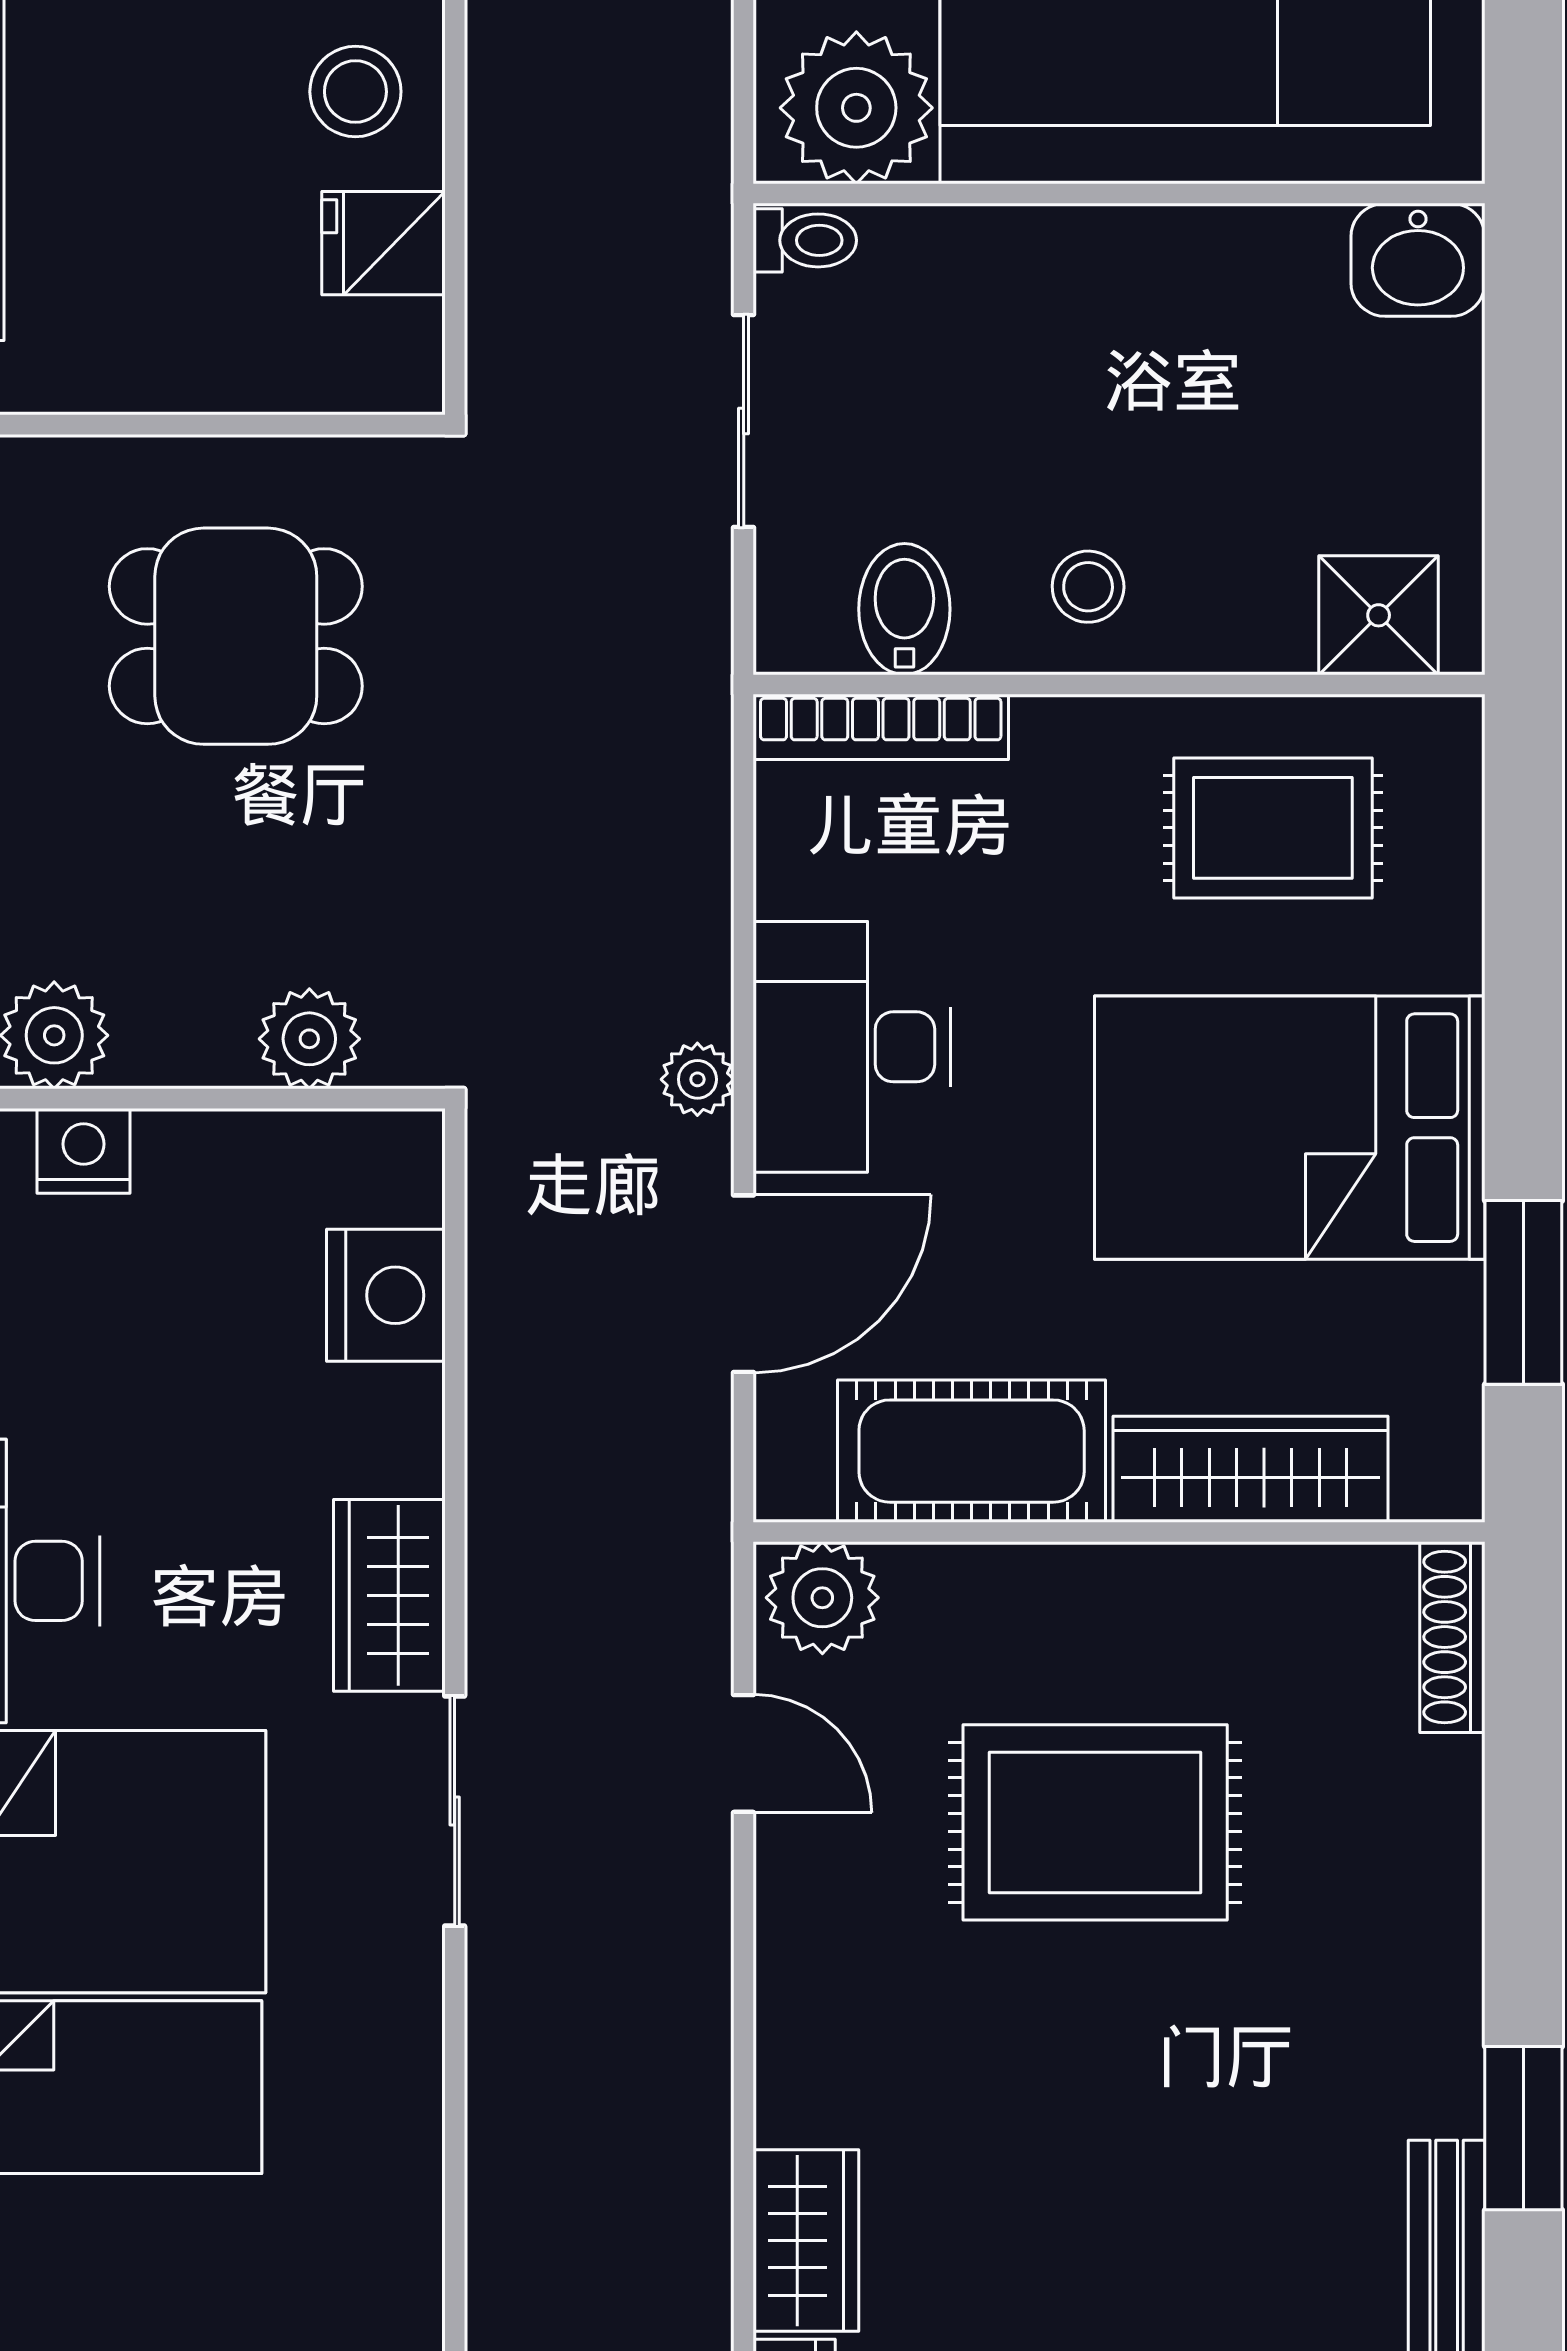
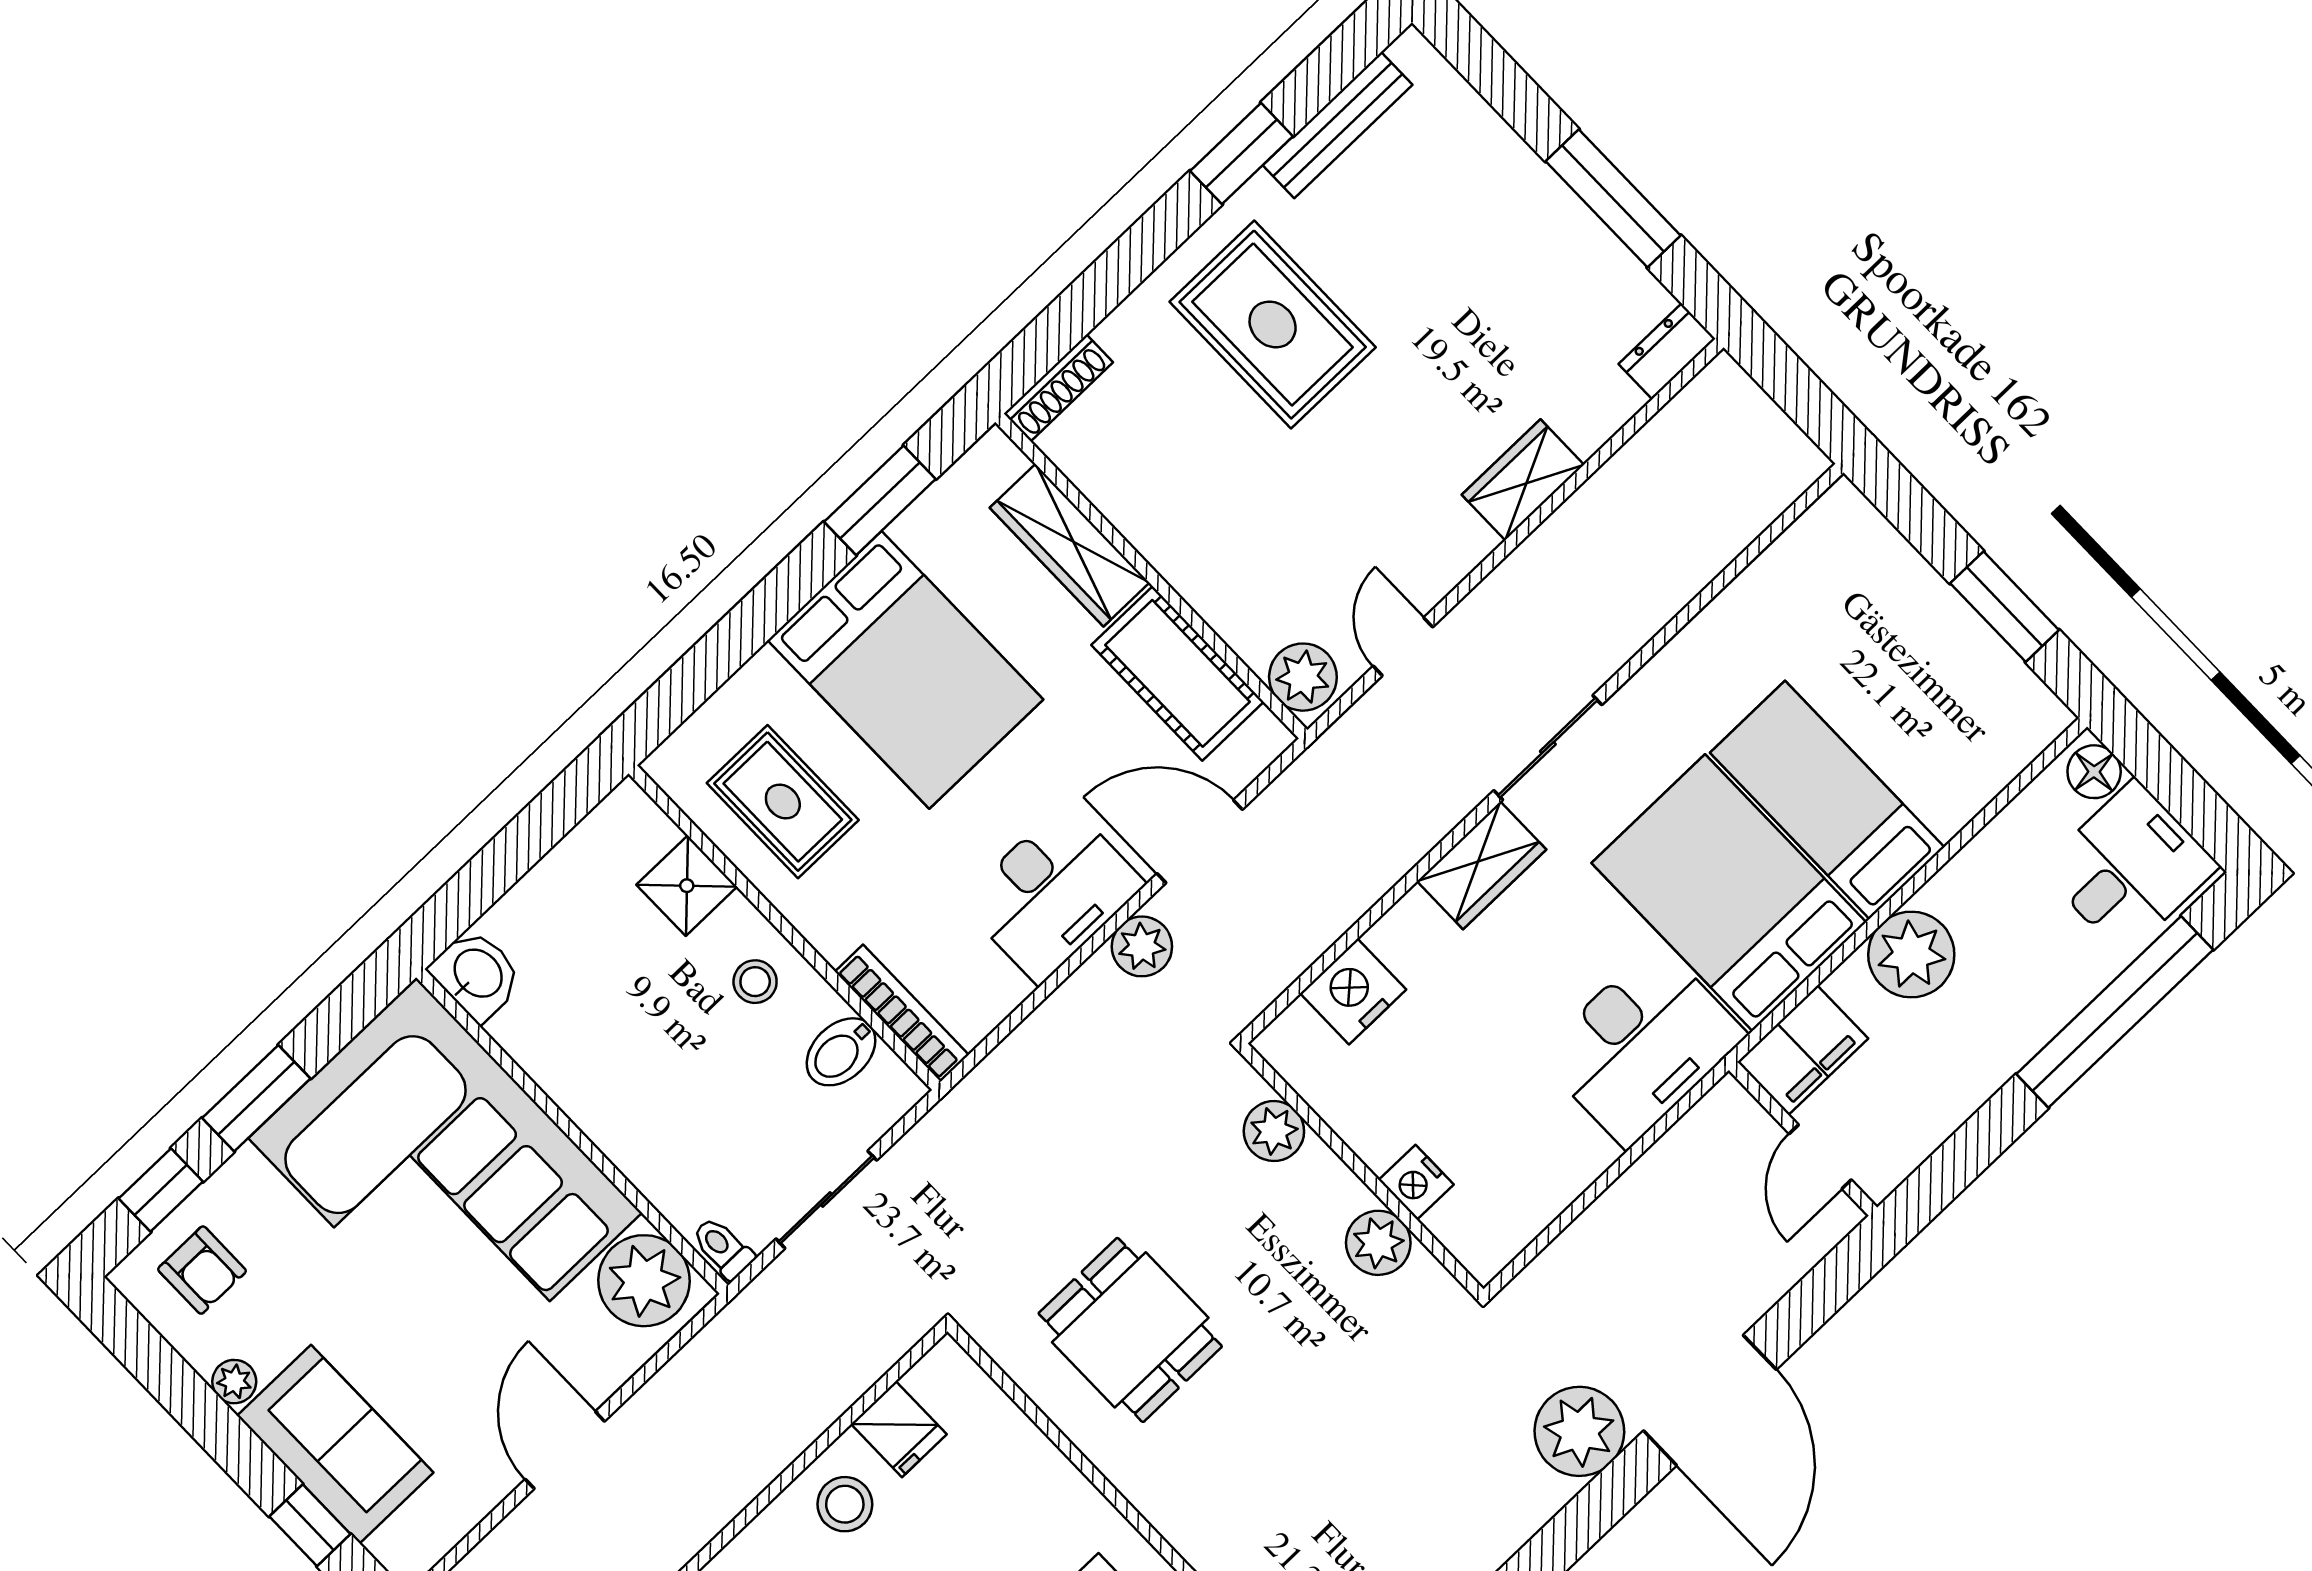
shower: (1379, 615) -> (687, 886), moved
plant: (697, 1079) -> (1142, 946), width x1.38, depth x1.38
rug: (1095, 1822) -> (1273, 324), moved
wardrobe: (806, 2241) -> (1523, 480), moved

